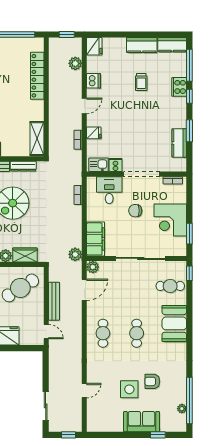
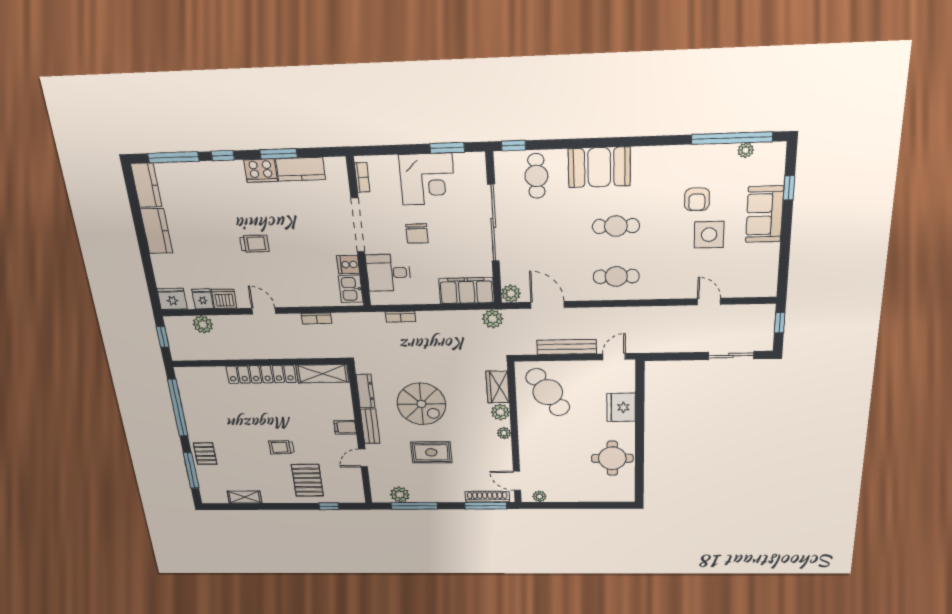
locker: (37, 76) -> (261, 374), moved
trolley: (141, 82) -> (254, 244), moved
cooker: (179, 87) -> (261, 171), moved
fridge: (94, 133) -> (203, 299), moved

